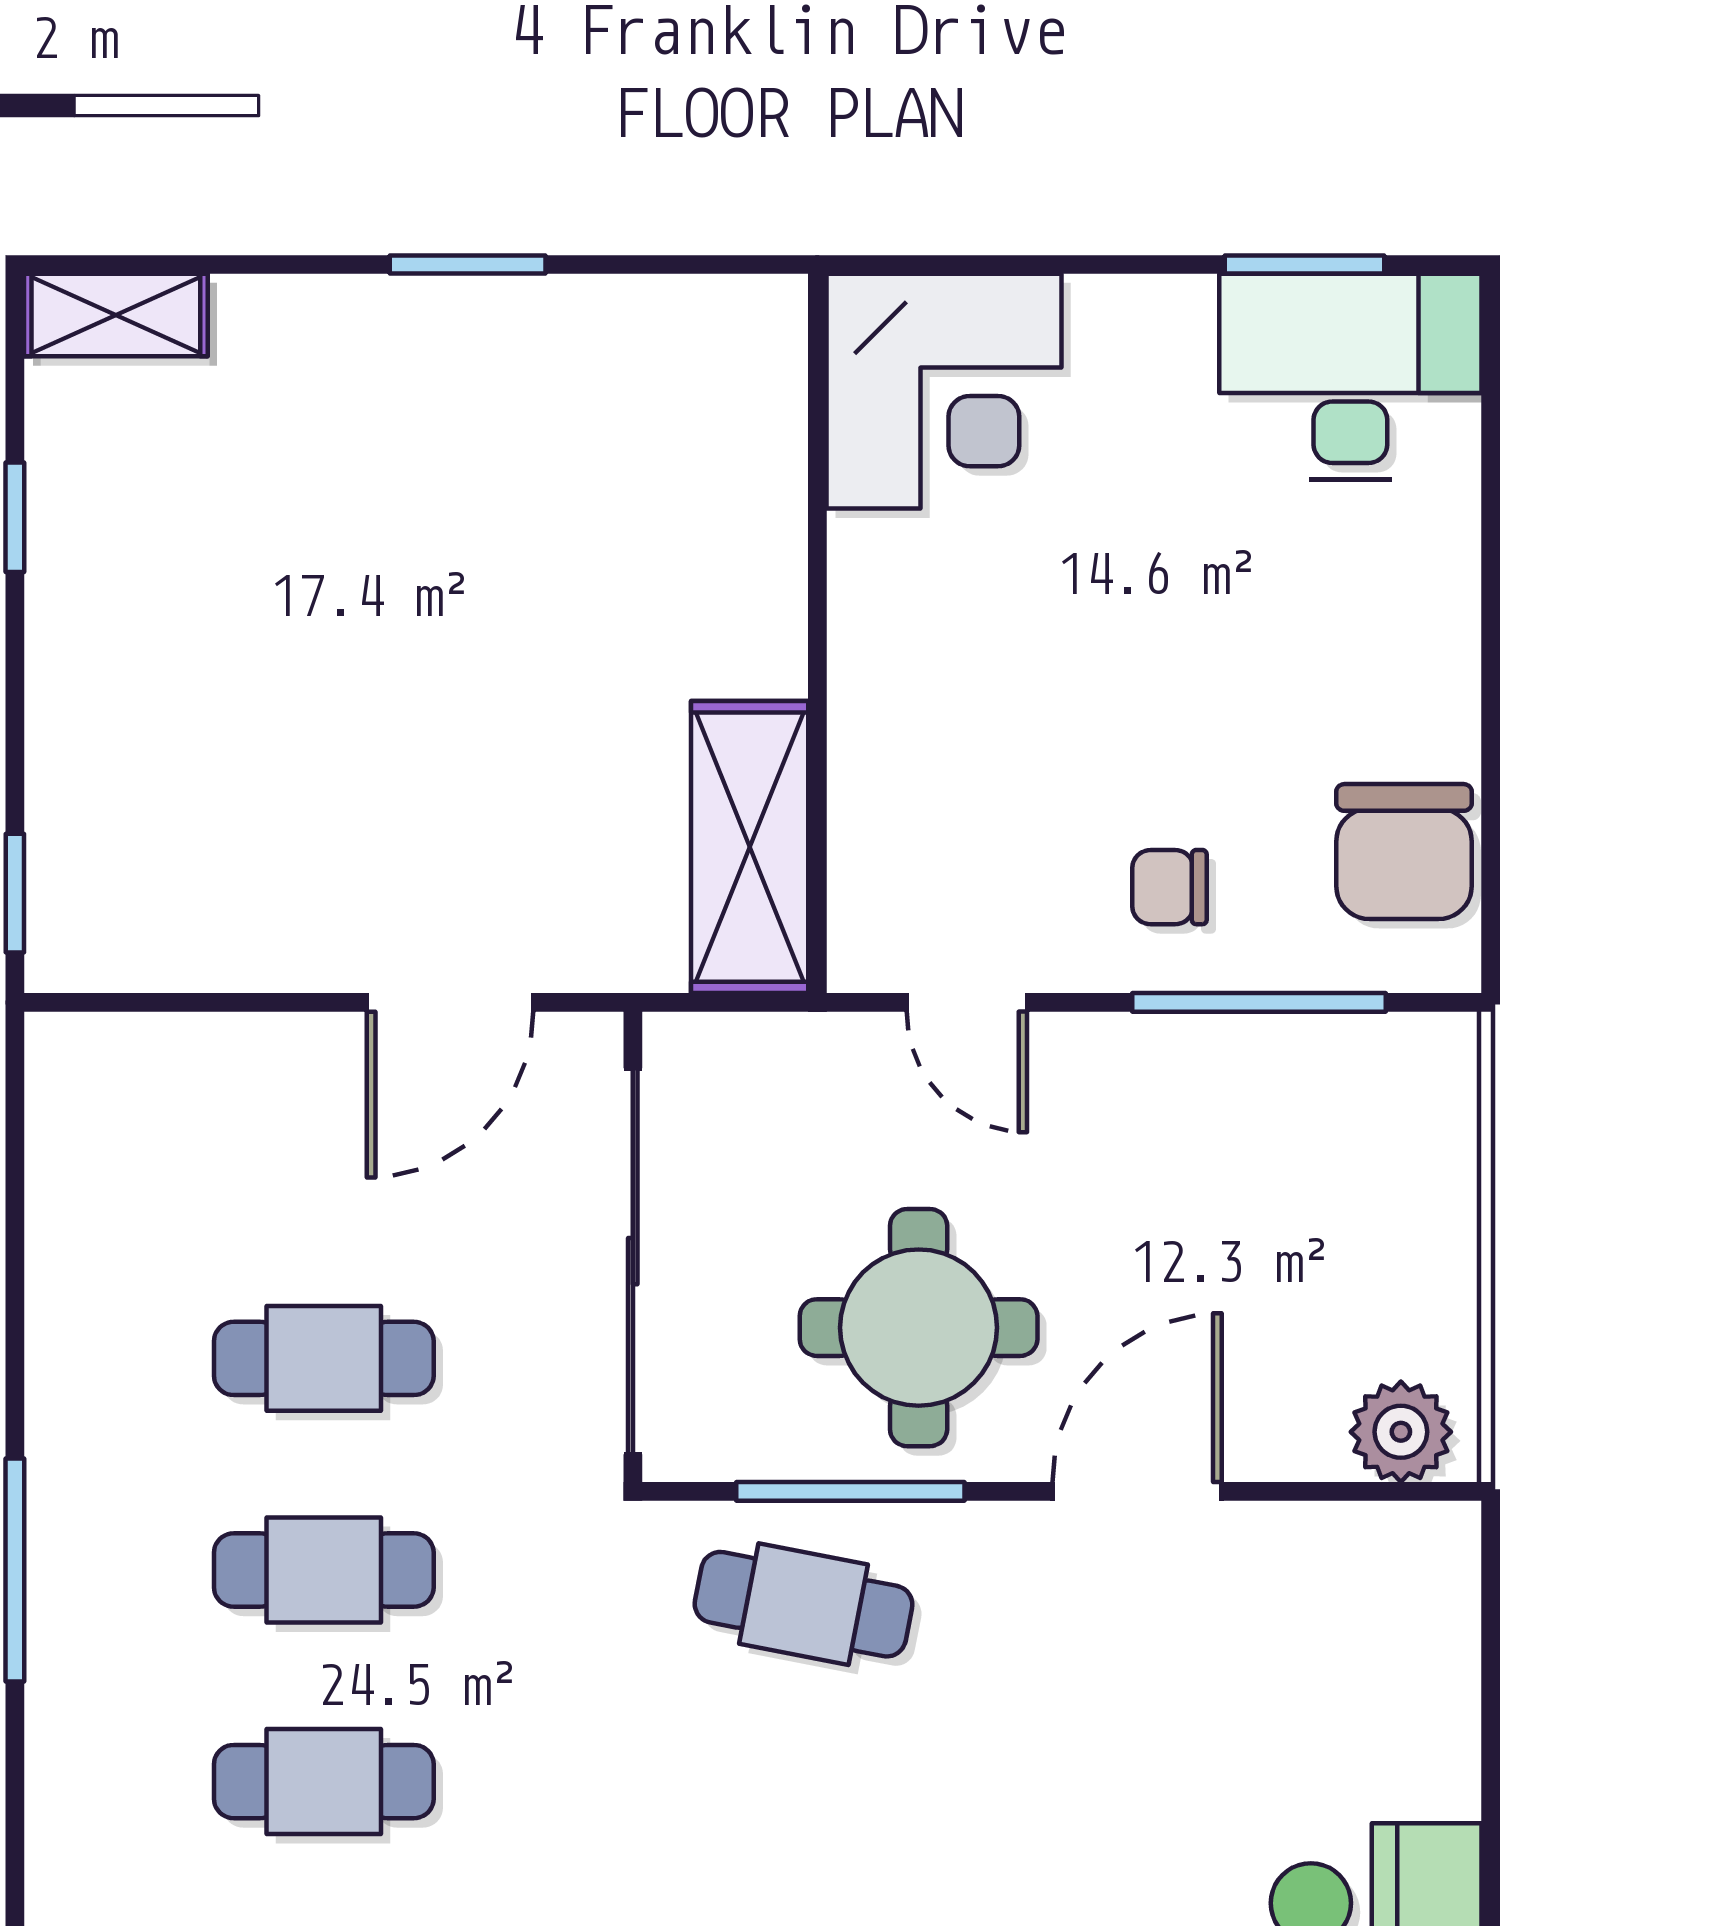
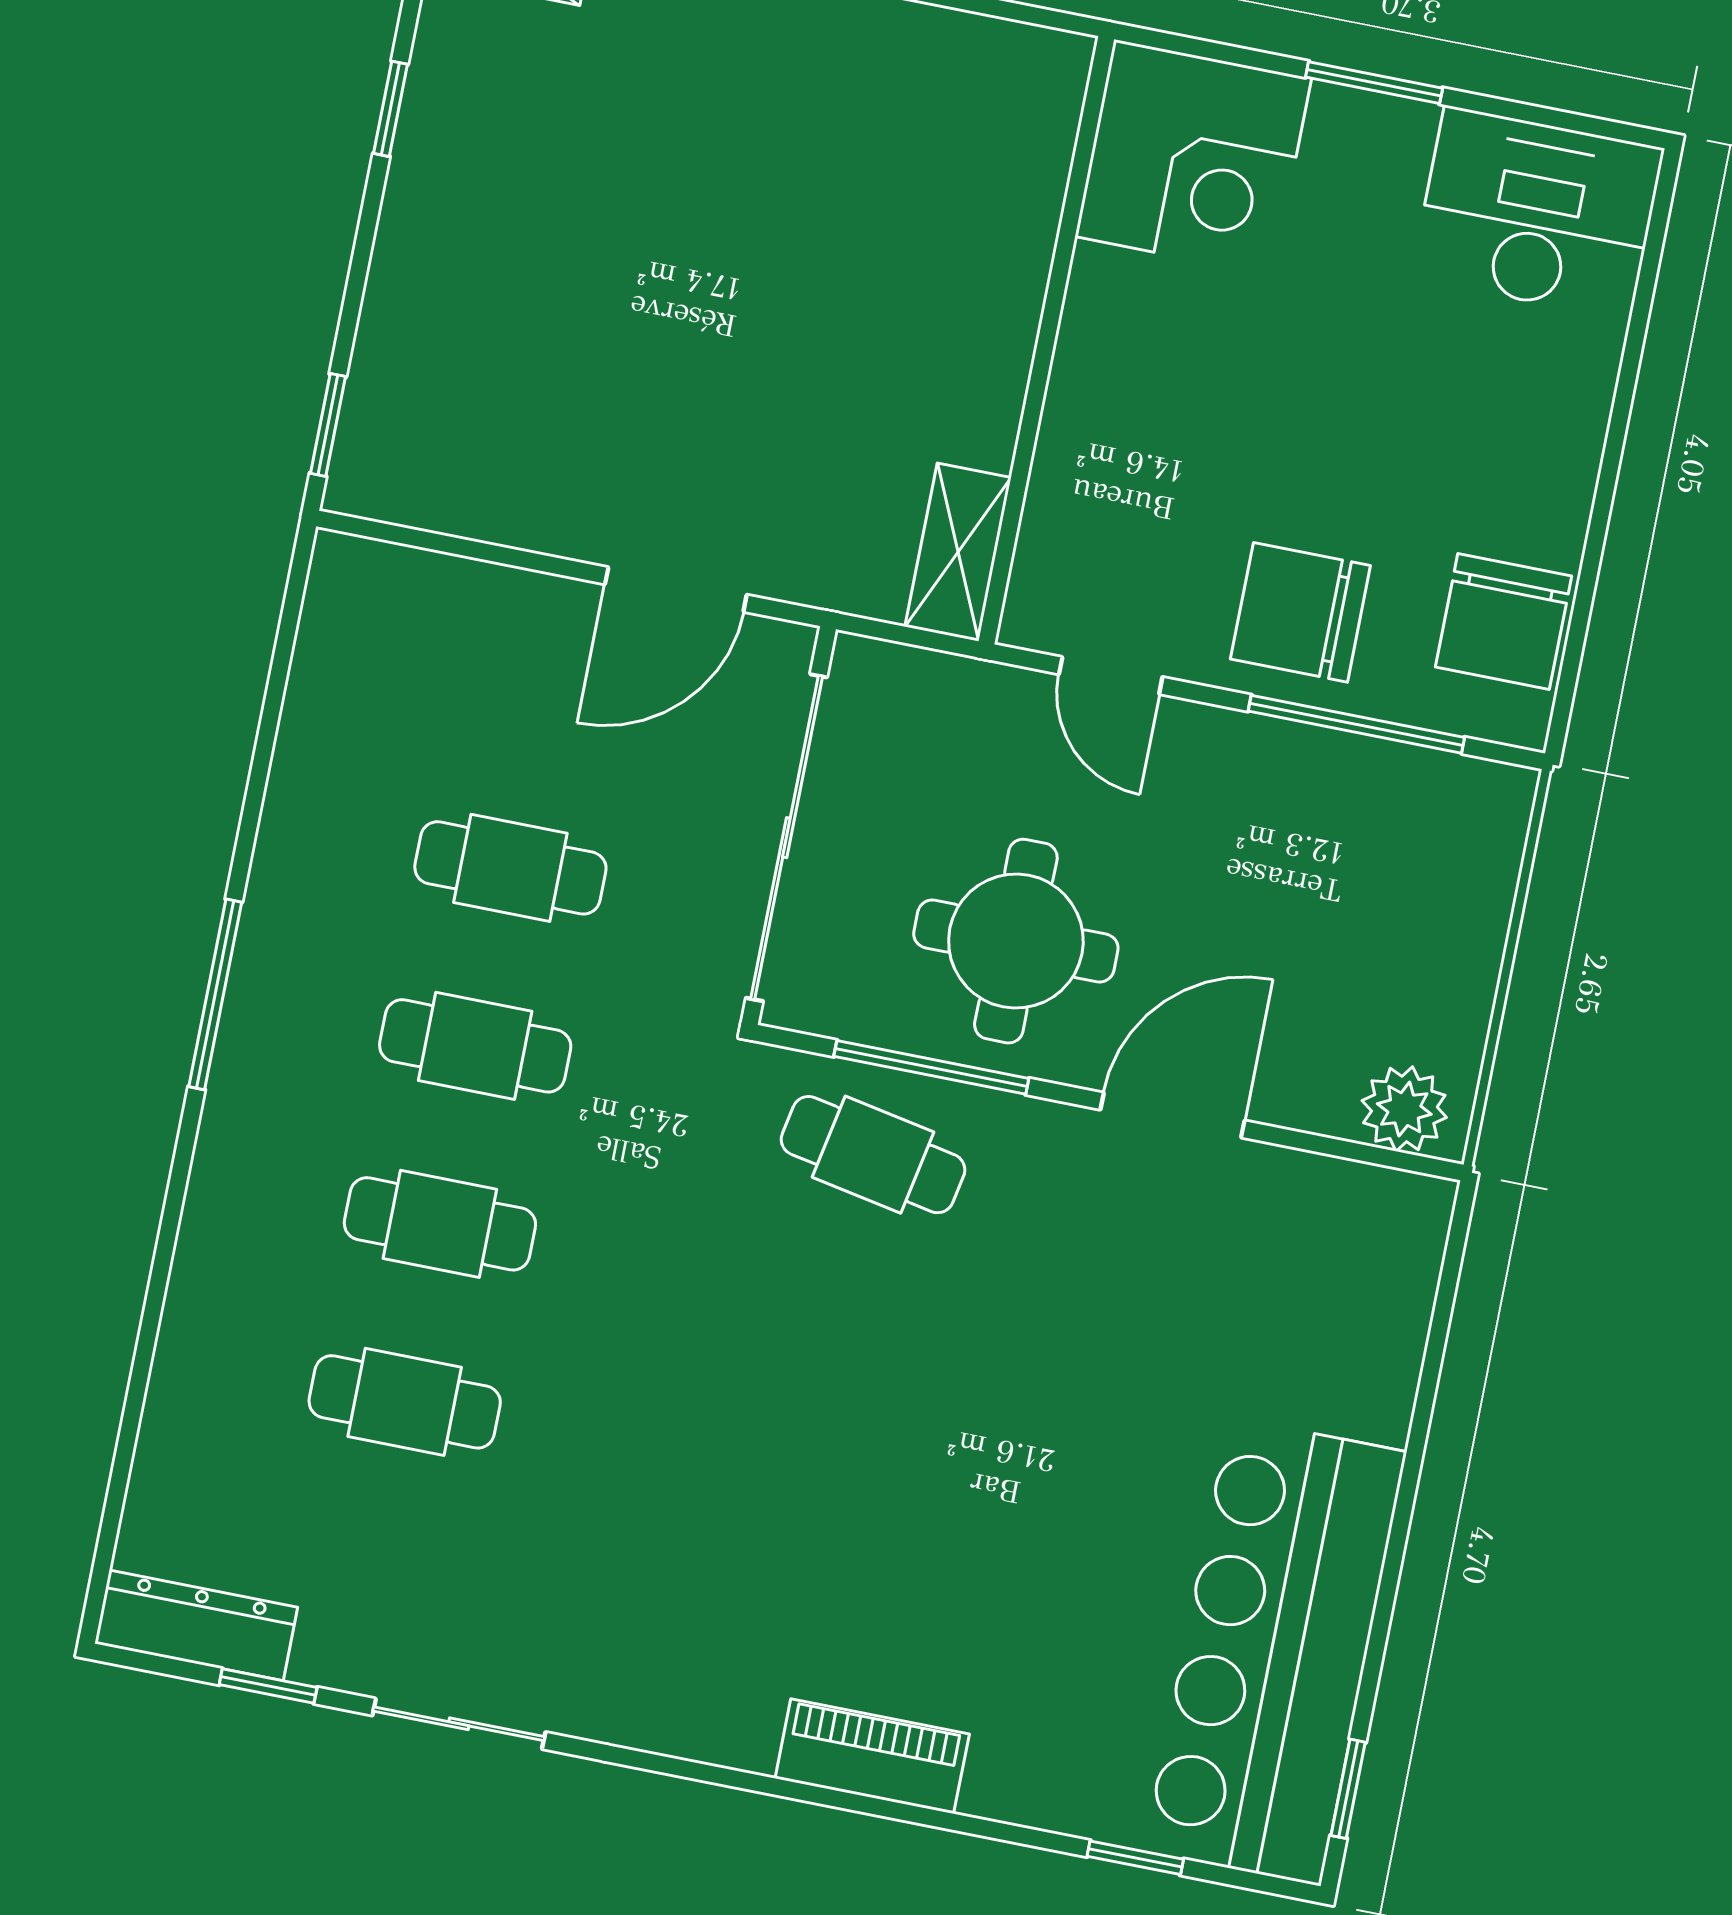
window: (1305, 264) -> (1374, 83), moved
shelving: (750, 847) -> (958, 552), width x0.67, depth x0.75
chair: (1170, 887) -> (1300, 612), width x1.87, depth x1.87

